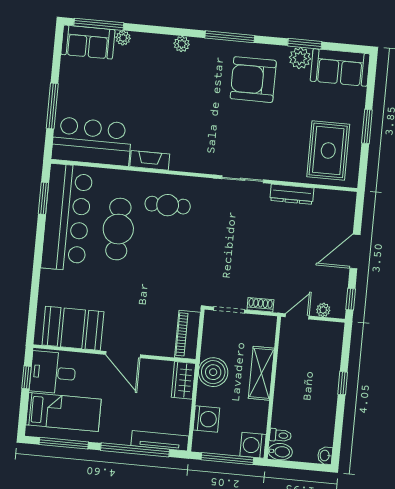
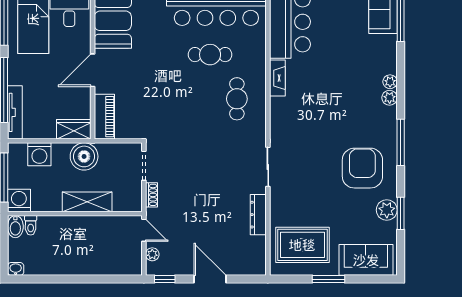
plant: (123, 38) -> (390, 82), moved
sofa: (340, 67) -> (366, 260), moved, turned 90
cafe table: (118, 229) -> (210, 55), width x0.73, depth x0.74
piano: (188, 335) -> (104, 117), moved, turned 90
window: (343, 383) -> (85, 279), removed

